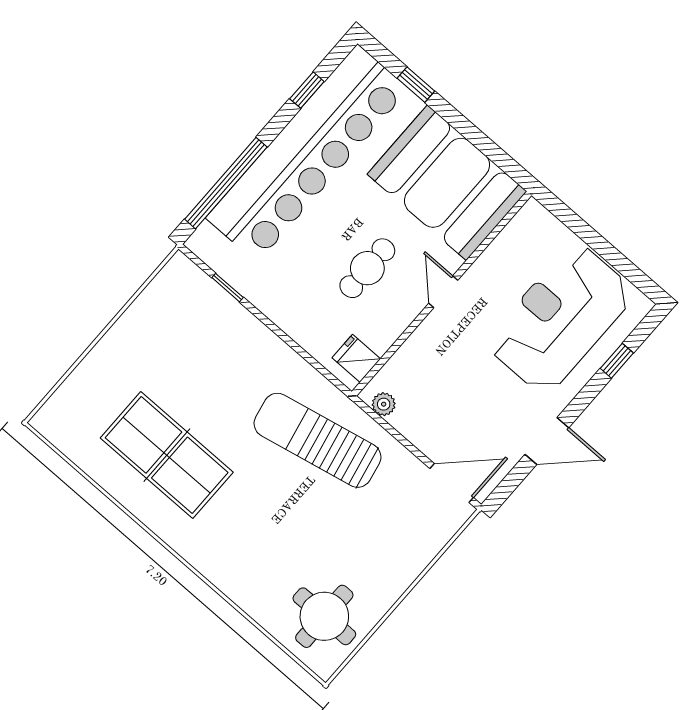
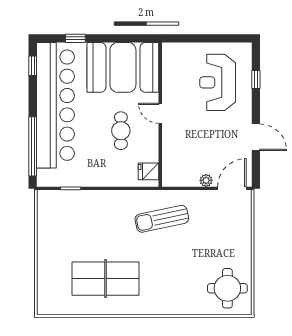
window: (307, 90) -> (33, 66), moved
reception desk: (560, 318) -> (218, 82), width x0.74, depth x0.77
plant: (384, 404) -> (206, 180), moved
sun lounger: (318, 440) -> (162, 219), width x0.73, depth x0.75
door: (547, 441) -> (256, 137), hinge flipped

